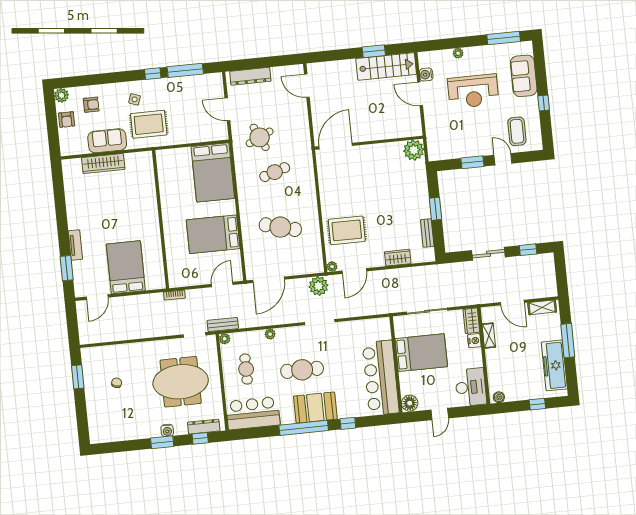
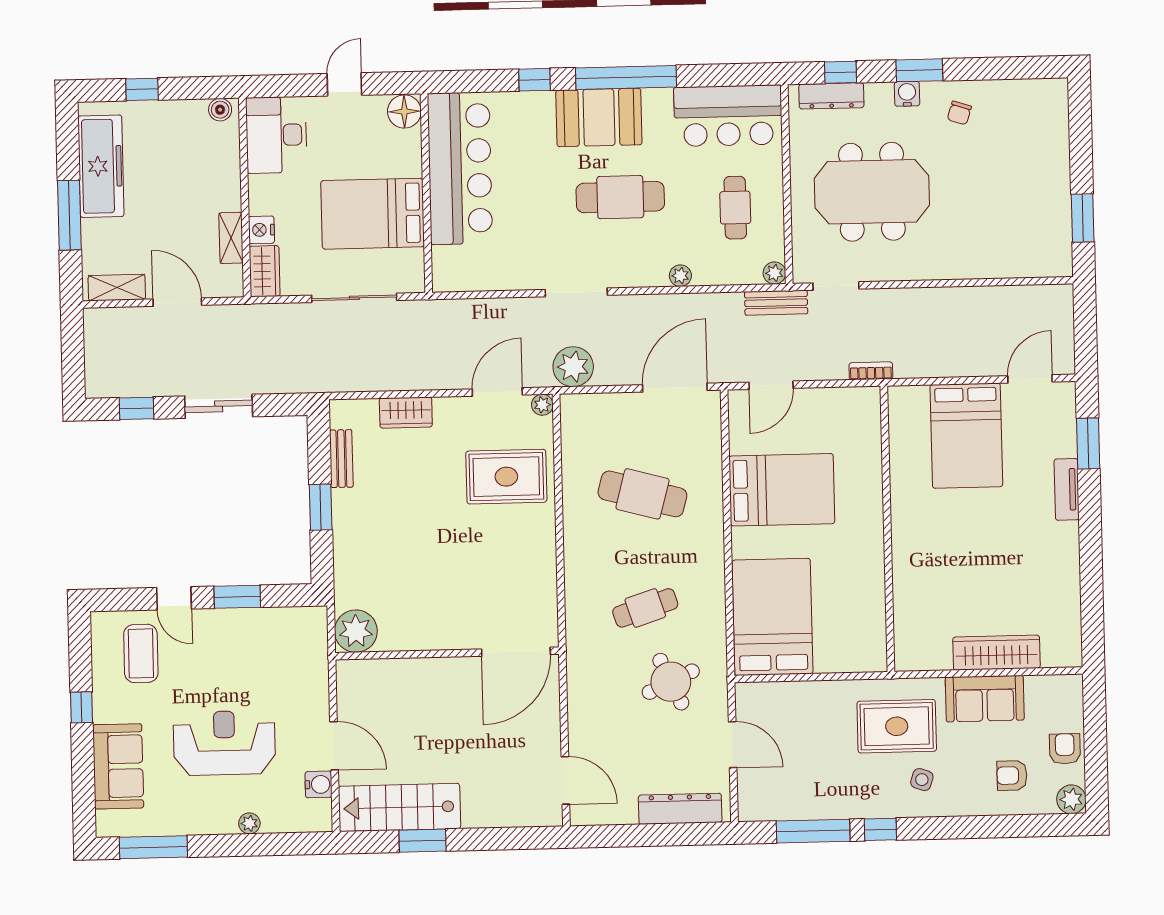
chair: (117, 383) -> (959, 113), moved

